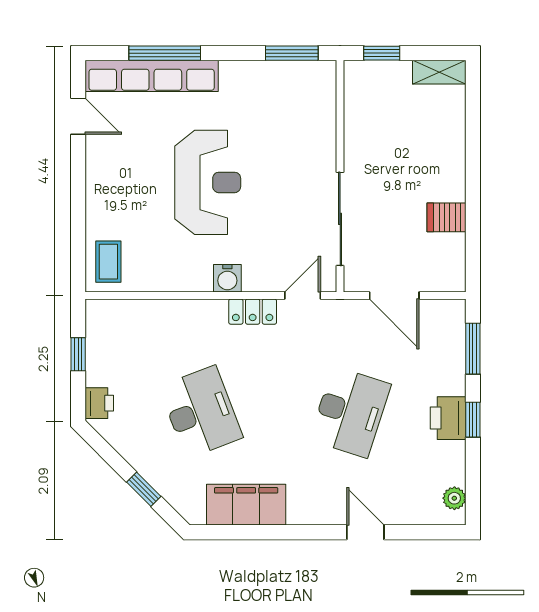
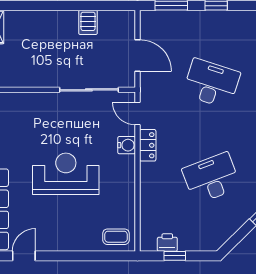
water cooler: (227, 278) -> (127, 145), moved
door: (394, 296) -> (138, 55), hinge flipped
printer: (99, 403) -> (167, 243), moved
printer: (448, 418) -> (215, 21), removed

